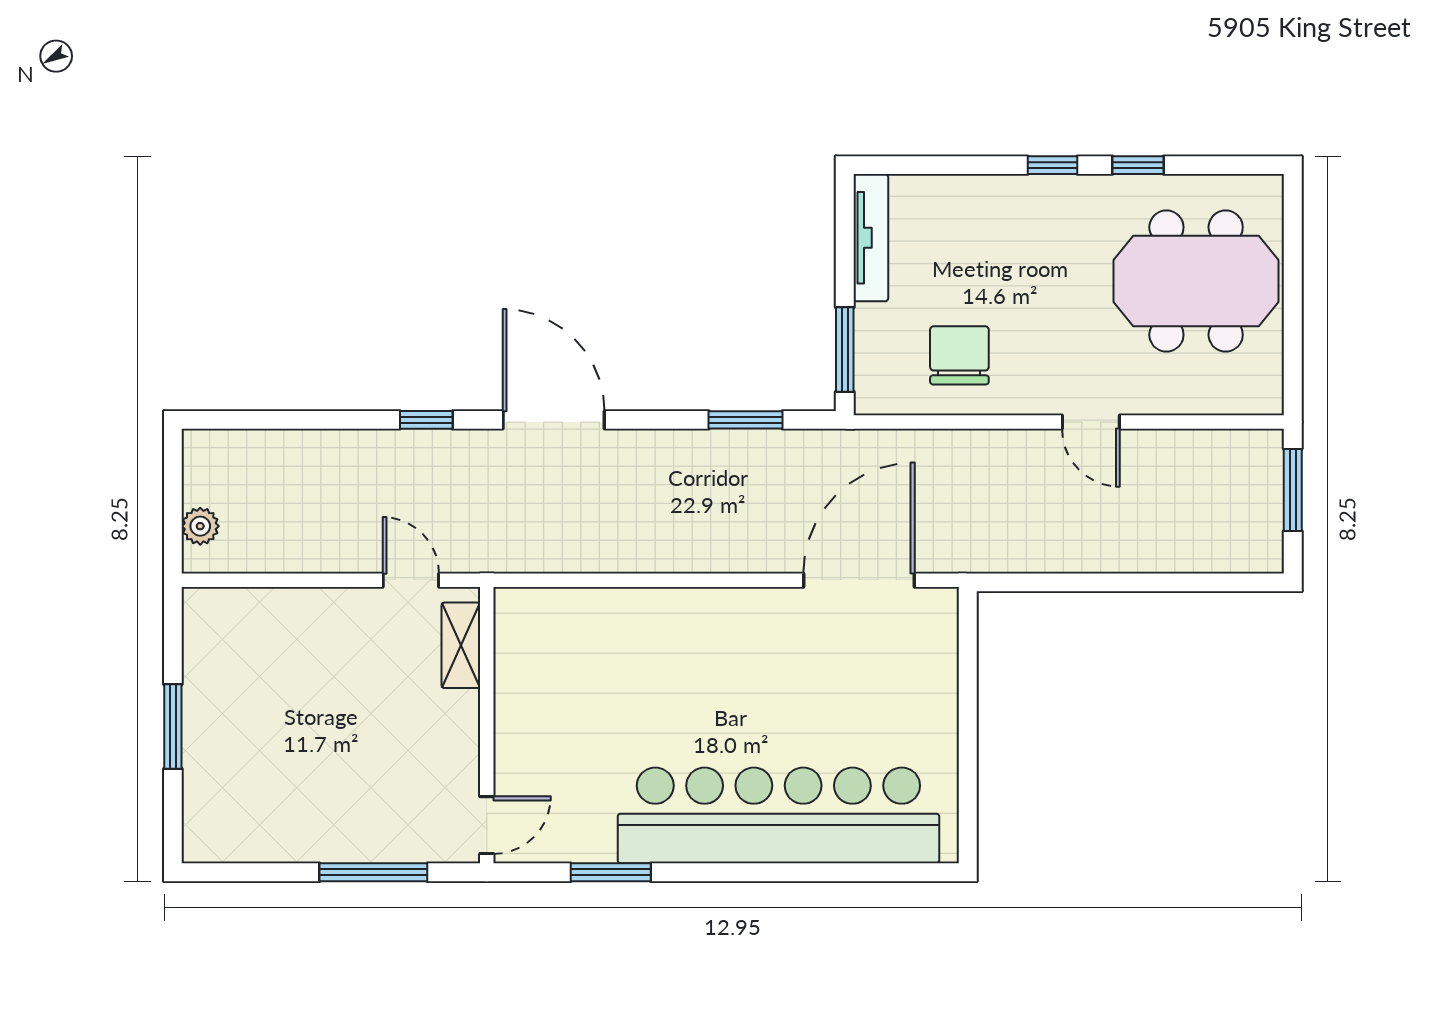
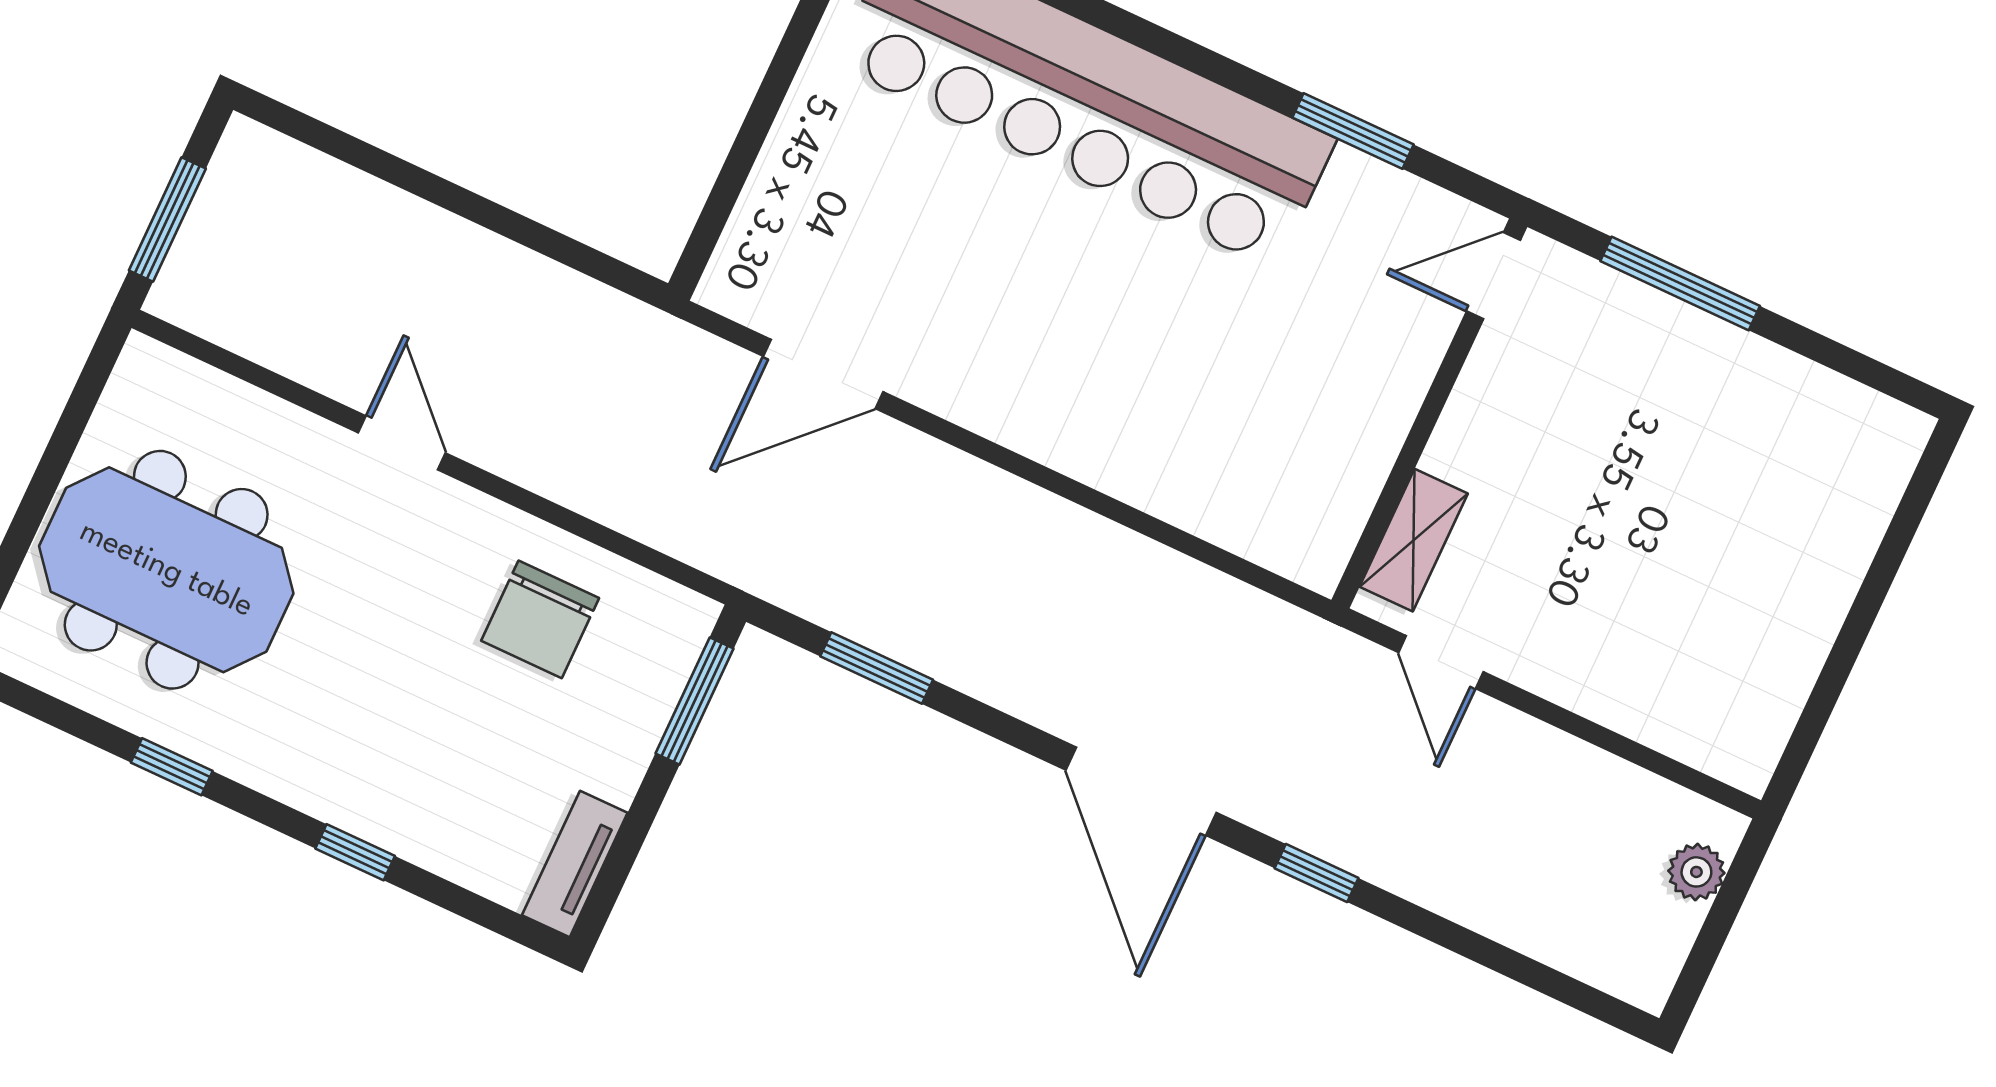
window: (1052, 165) -> (355, 852), moved
tv unit: (871, 238) -> (575, 864), width x0.71
door: (859, 580) -> (823, 374), width x0.73
window: (173, 726) -> (1863, 613), removed

